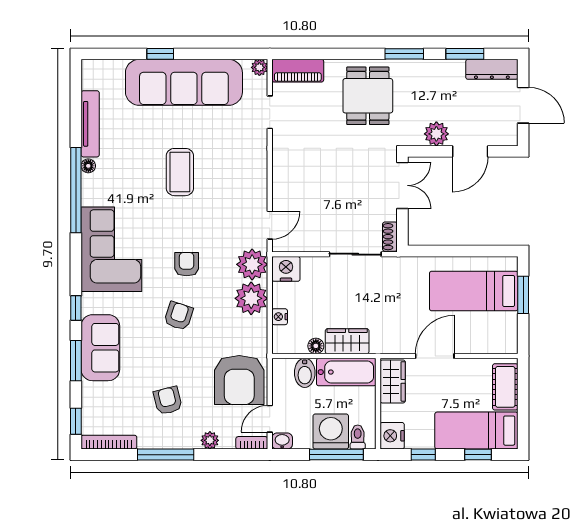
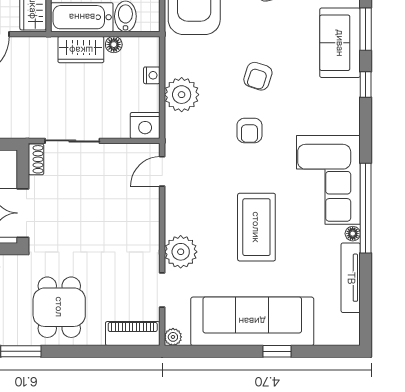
coffee table: (180, 172) -> (256, 227), width x1.36, depth x1.32
corner sofa: (111, 249) -> (328, 180), moved
plant: (252, 264) -> (181, 252), moved

